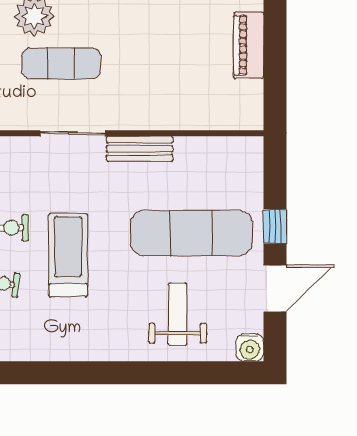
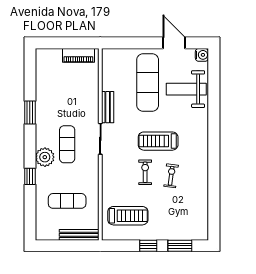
piano: (249, 45) -> (78, 55), moved
window: (275, 226) -> (144, 43), removed
weight bench: (178, 314) -> (186, 89), width x1.36, depth x1.33

